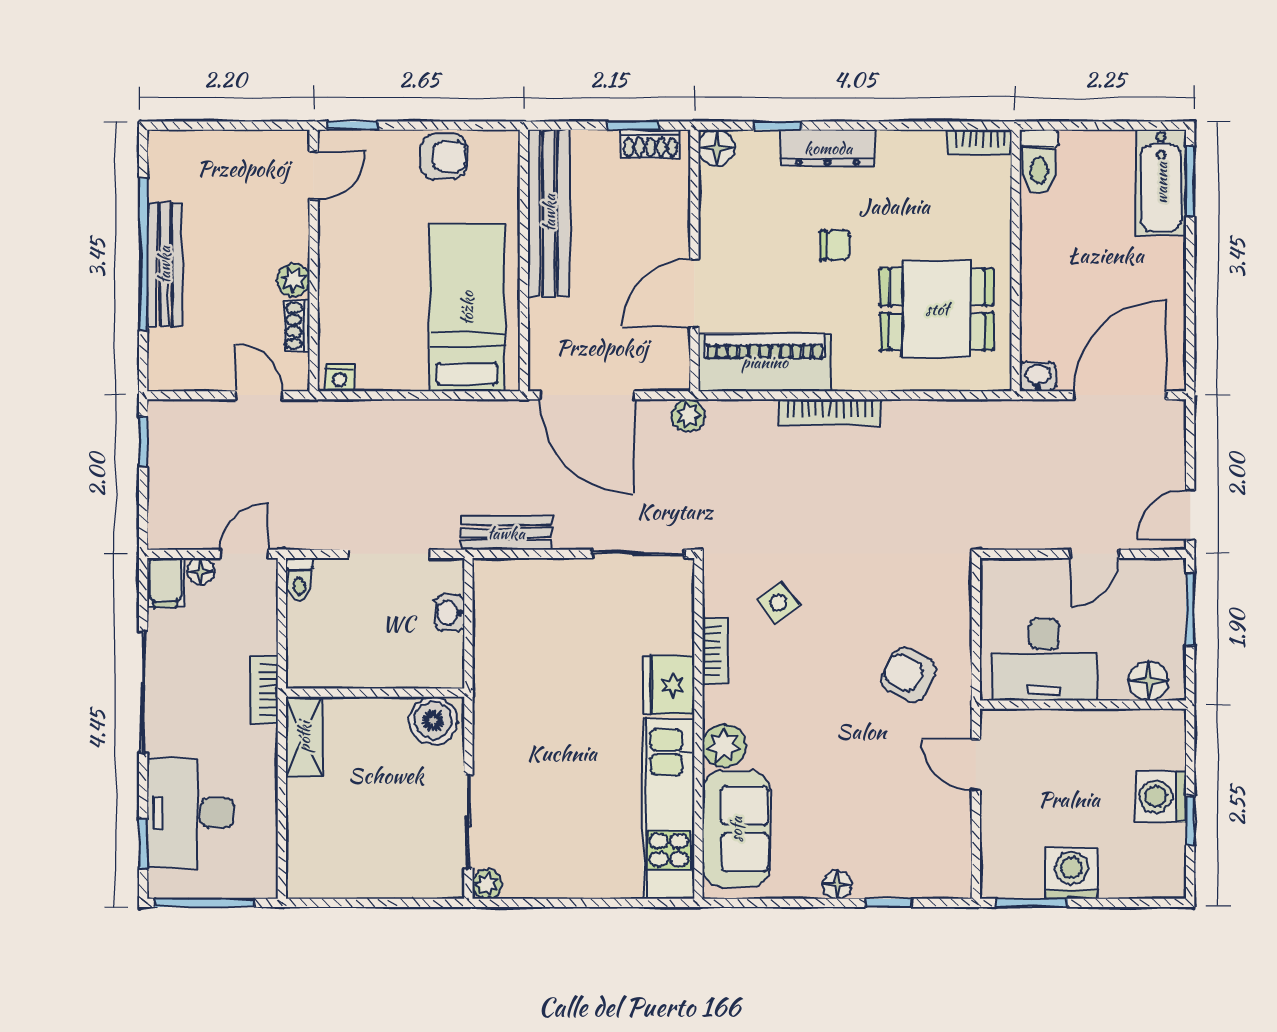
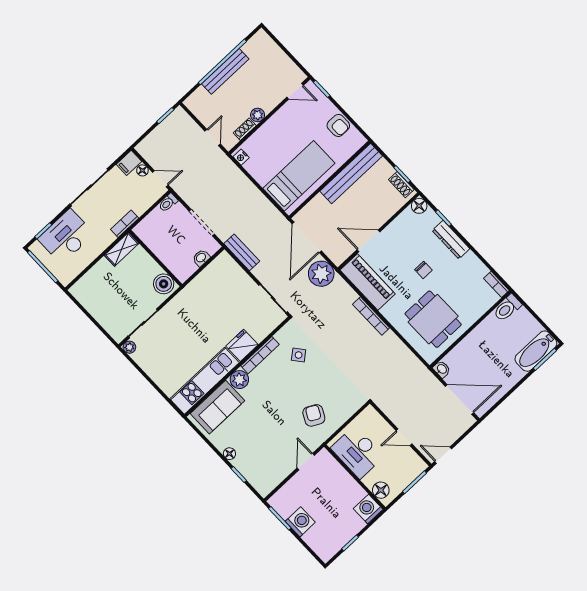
plant: (688, 415) -> (321, 274), width x1.88, depth x1.88
bookcase: (715, 651) -> (260, 355), width x1.56
washing machine: (1161, 797) -> (368, 509), moved

